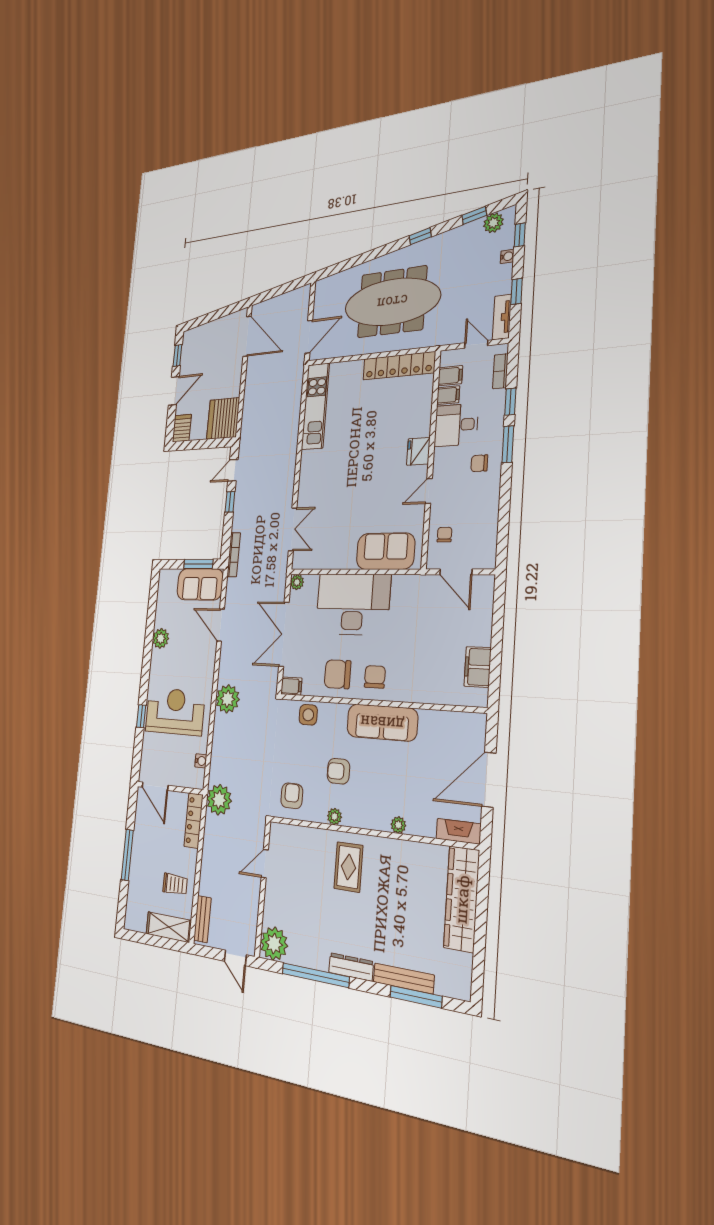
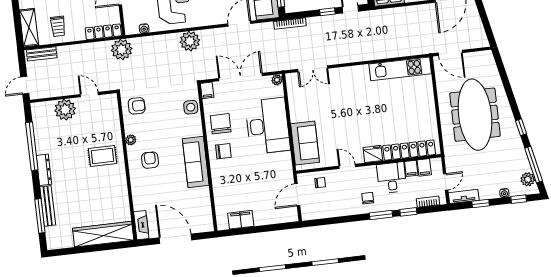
window: (474, 215) -> (534, 165), width x2.17
locker: (399, 366) -> (409, 150), moved, turned 90
armchair: (338, 771) -> (150, 160), moved
plant: (398, 825) -> (136, 185), removed
plant: (274, 944) -> (65, 110), moved

